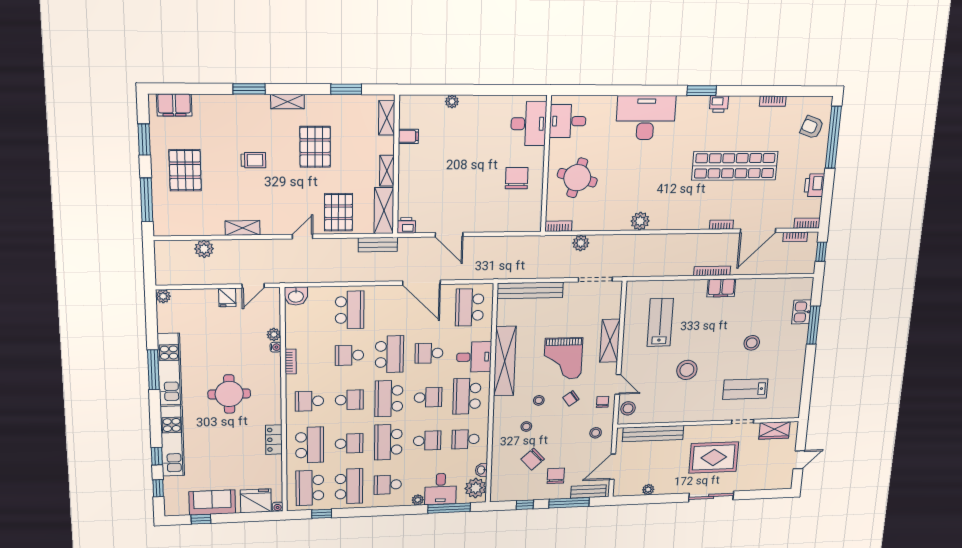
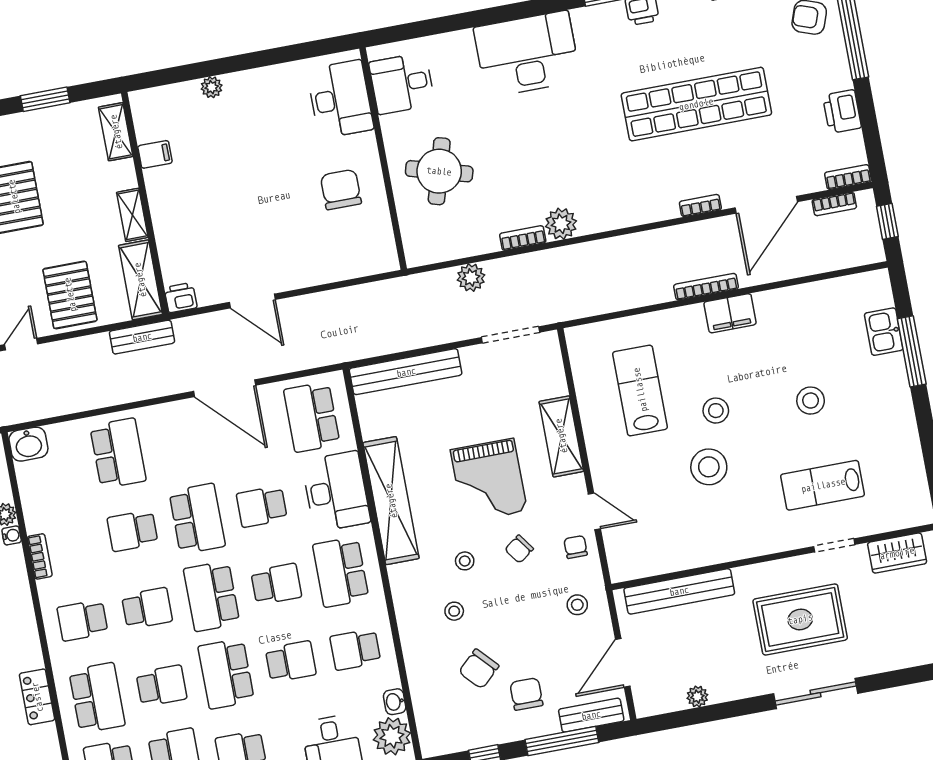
bookcase: (558, 226) -> (523, 238), moved
desk: (474, 357) -> (336, 491), width x1.37
stool: (628, 408) -> (716, 411), moved

